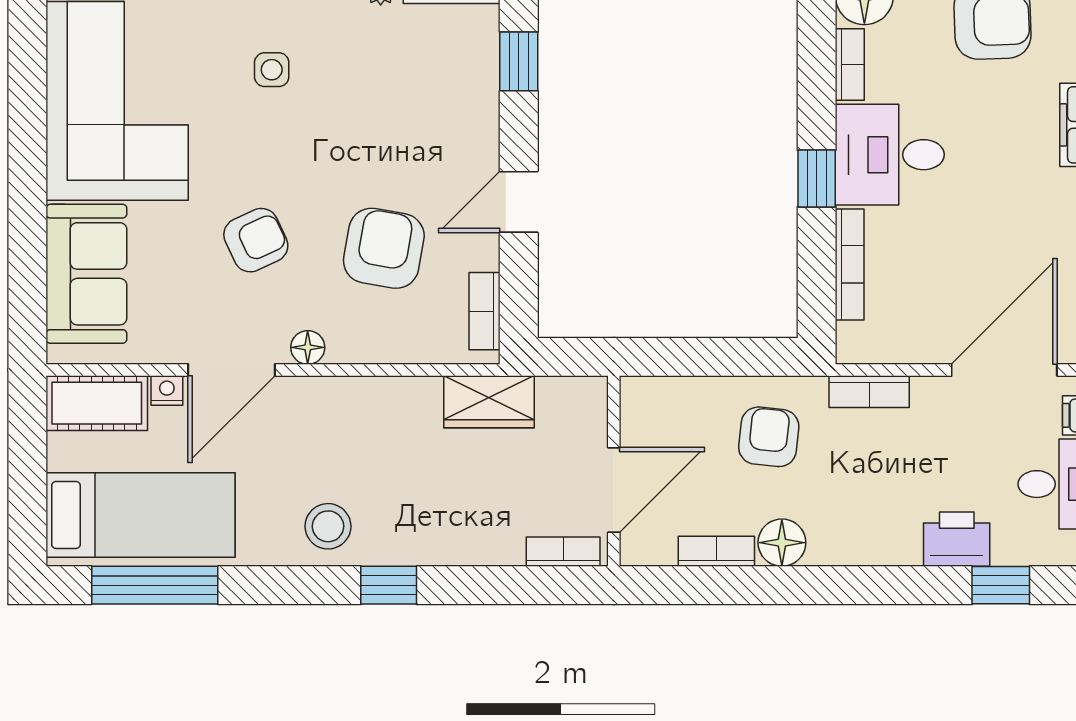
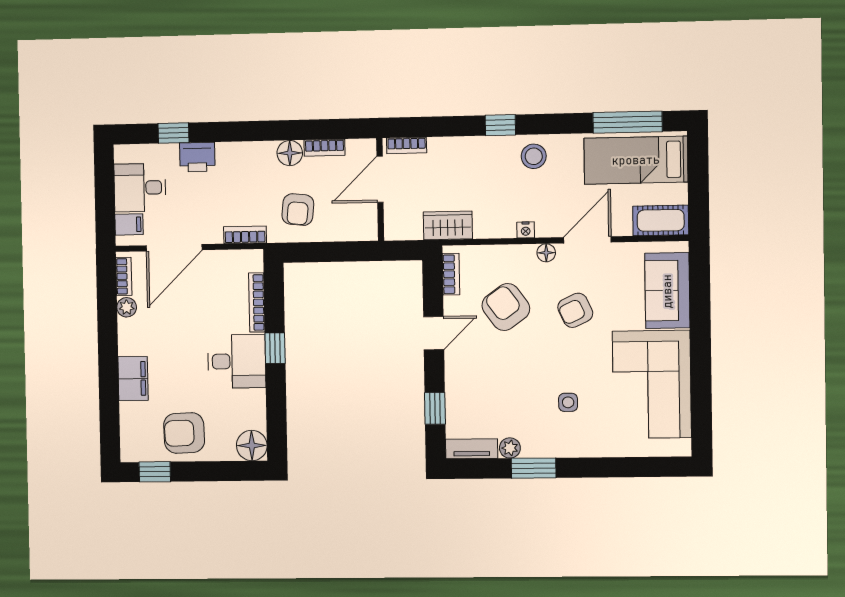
bookcase: (850, 65) -> (259, 409), removed
armchair: (384, 248) -> (506, 307), turned 134
nightstand: (167, 390) -> (526, 230), moved

